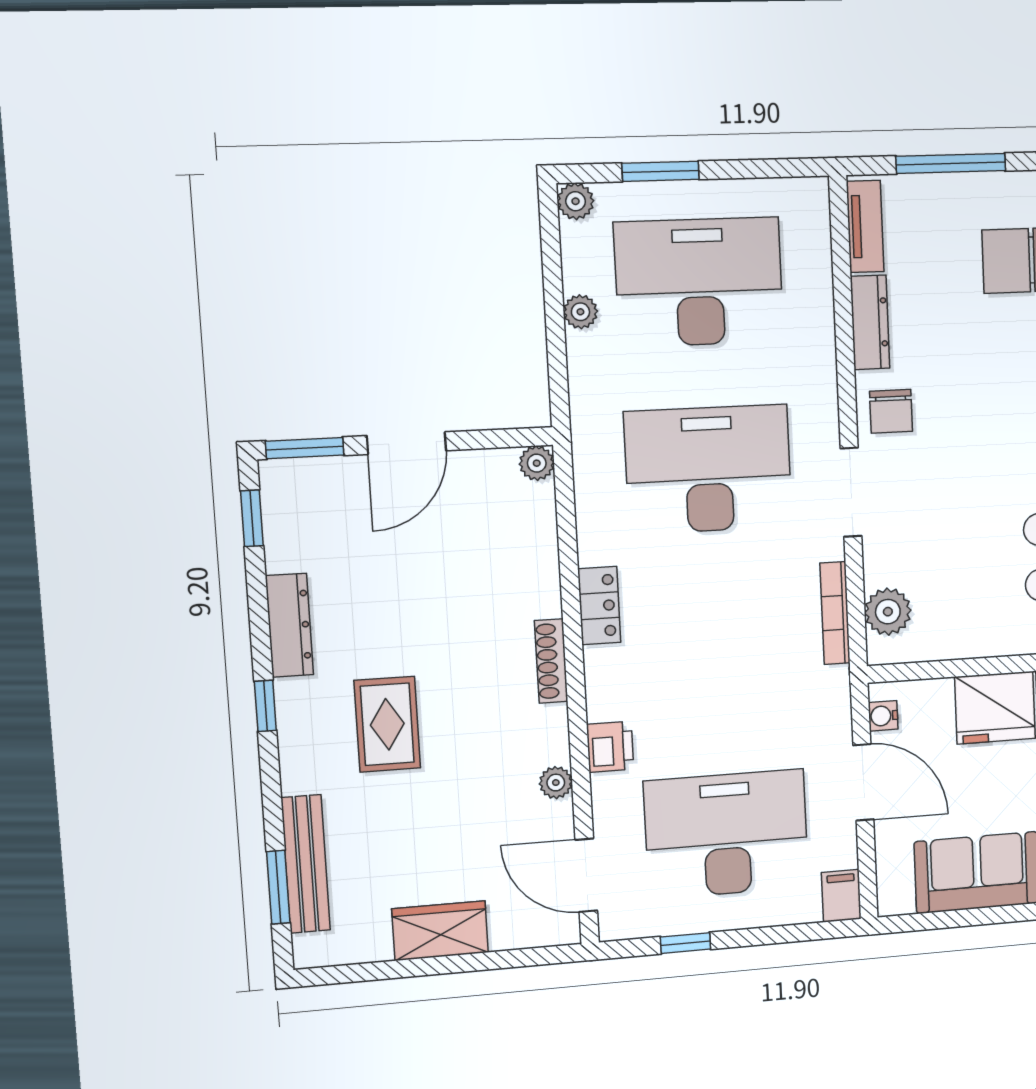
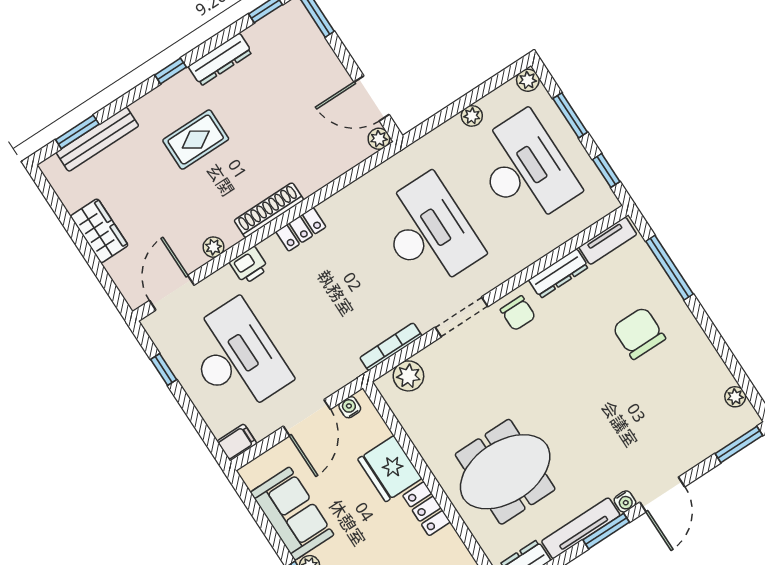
window: (767, 168) -> (606, 171), added
chair: (891, 411) -> (518, 313), turned -90
door: (406, 443) -> (372, 98), moved
locker: (599, 606) -> (301, 229), moved
shoe rack: (551, 661) -> (269, 210), width x1.36, depth x1.24

